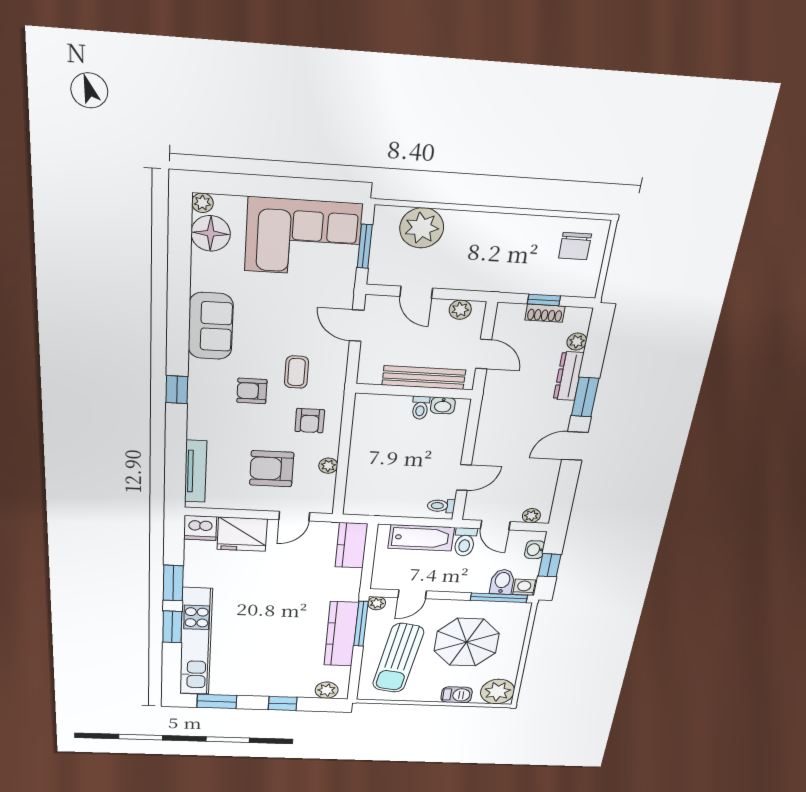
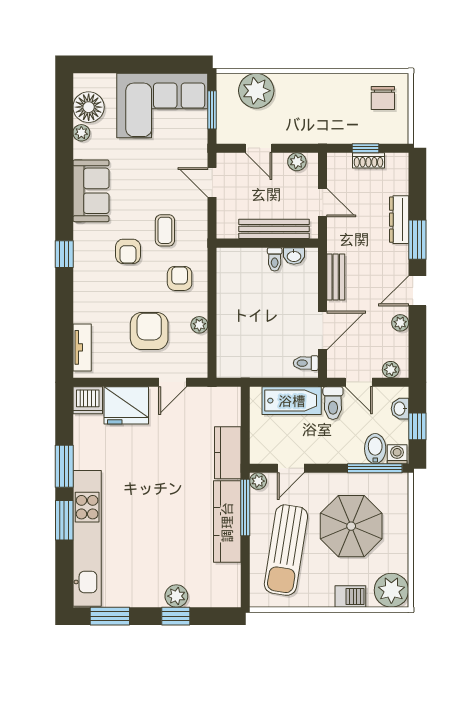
plant: (202, 203) -> (81, 133), moved
plant: (577, 342) -> (400, 323), moved
armchair: (252, 391) -> (128, 251), turned -90
armchair: (310, 421) -> (180, 278), turned 180
bench: (487, 428) -> (336, 277), added
armchair: (272, 469) -> (149, 331), turned 90
tv unit: (196, 471) -> (82, 347), width x0.71
door: (464, 477) -> (322, 331), width x1.38
kitchen counter: (351, 545) -> (228, 453), moved
plant: (327, 690) -> (176, 596), moved

